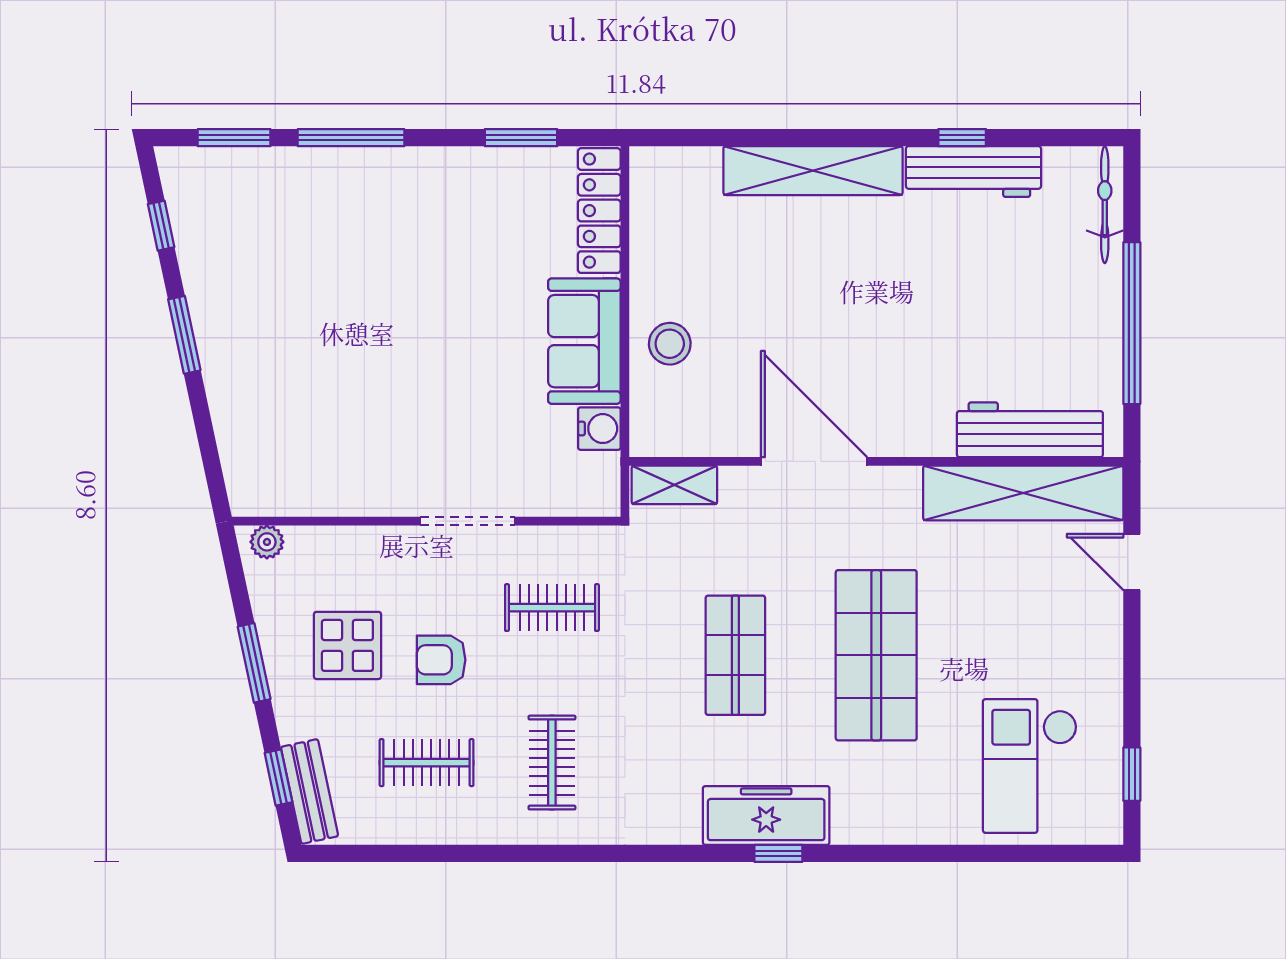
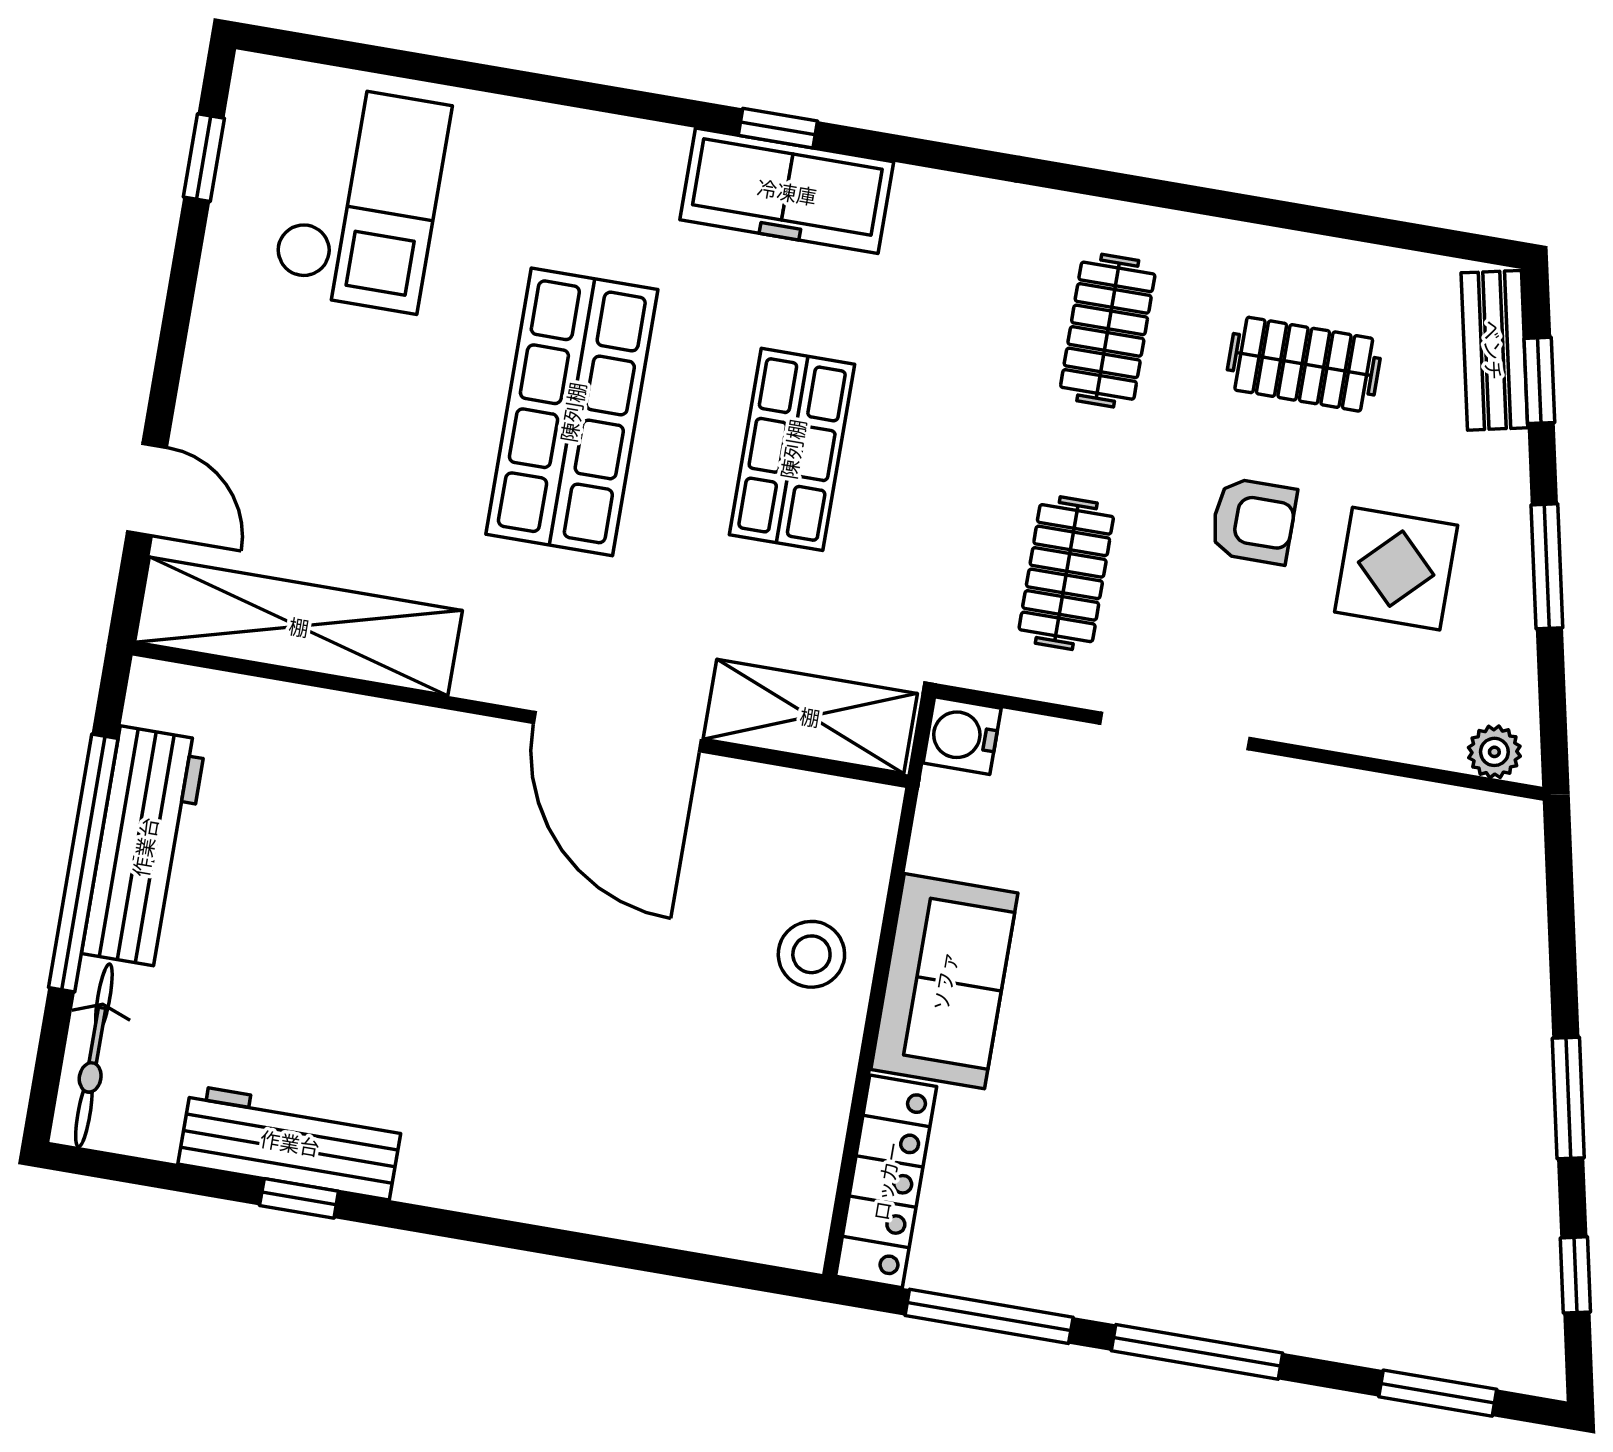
window: (351, 138) -> (1197, 1352), moved
window: (521, 138) -> (989, 1316), width x1.44
shelving: (813, 171) -> (541, 1187), removed
water cooler: (599, 429) -> (962, 736), moved
workbench: (1030, 430) -> (144, 847), moved, turned -90
shelving: (674, 485) -> (810, 716), width x1.50, depth x1.33
clothes rail: (552, 608) -> (1066, 573), turned 90

